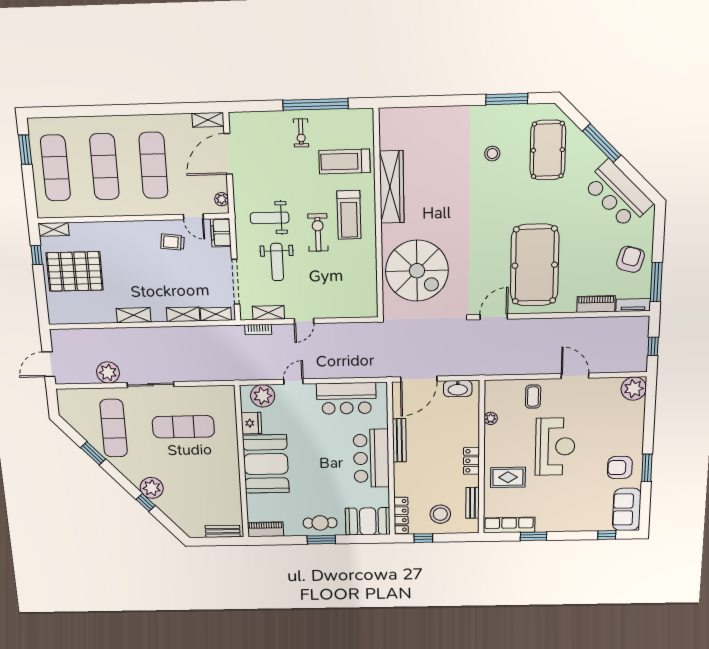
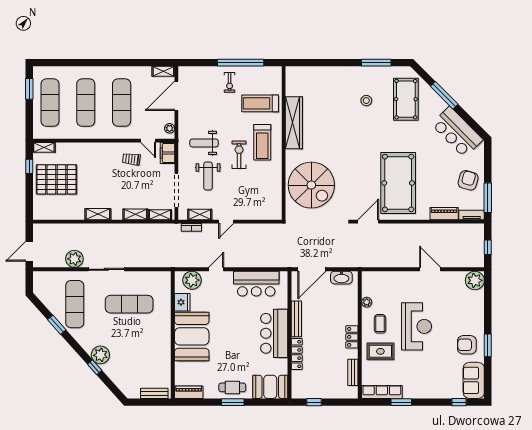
coffee table: (533, 397) -> (380, 324), moved
stool: (440, 514) -> (328, 382), removed
locker: (401, 515) -> (297, 354), moved

